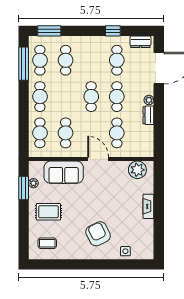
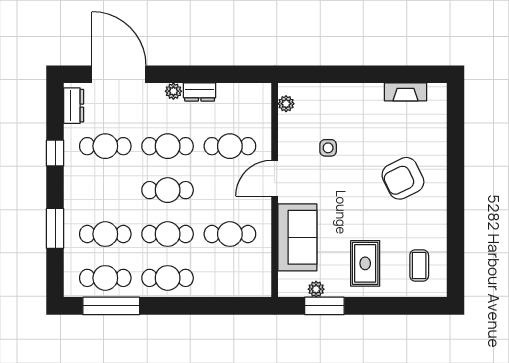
window: (49, 31) -> (55, 228), moved
cafe table: (40, 133) -> (168, 234), moved
plant: (137, 170) -> (286, 104), width x0.53, depth x0.53
fireplace: (148, 206) -> (405, 92), moved
side table: (125, 251) -> (328, 148), moved

